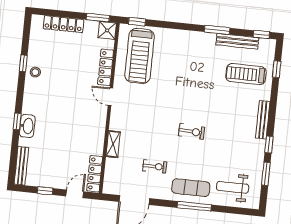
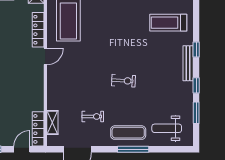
window: (277, 69) -> (196, 49), moved
door: (110, 97) -> (45, 56), swing flipped
shelving: (113, 144) -> (52, 123), moved

